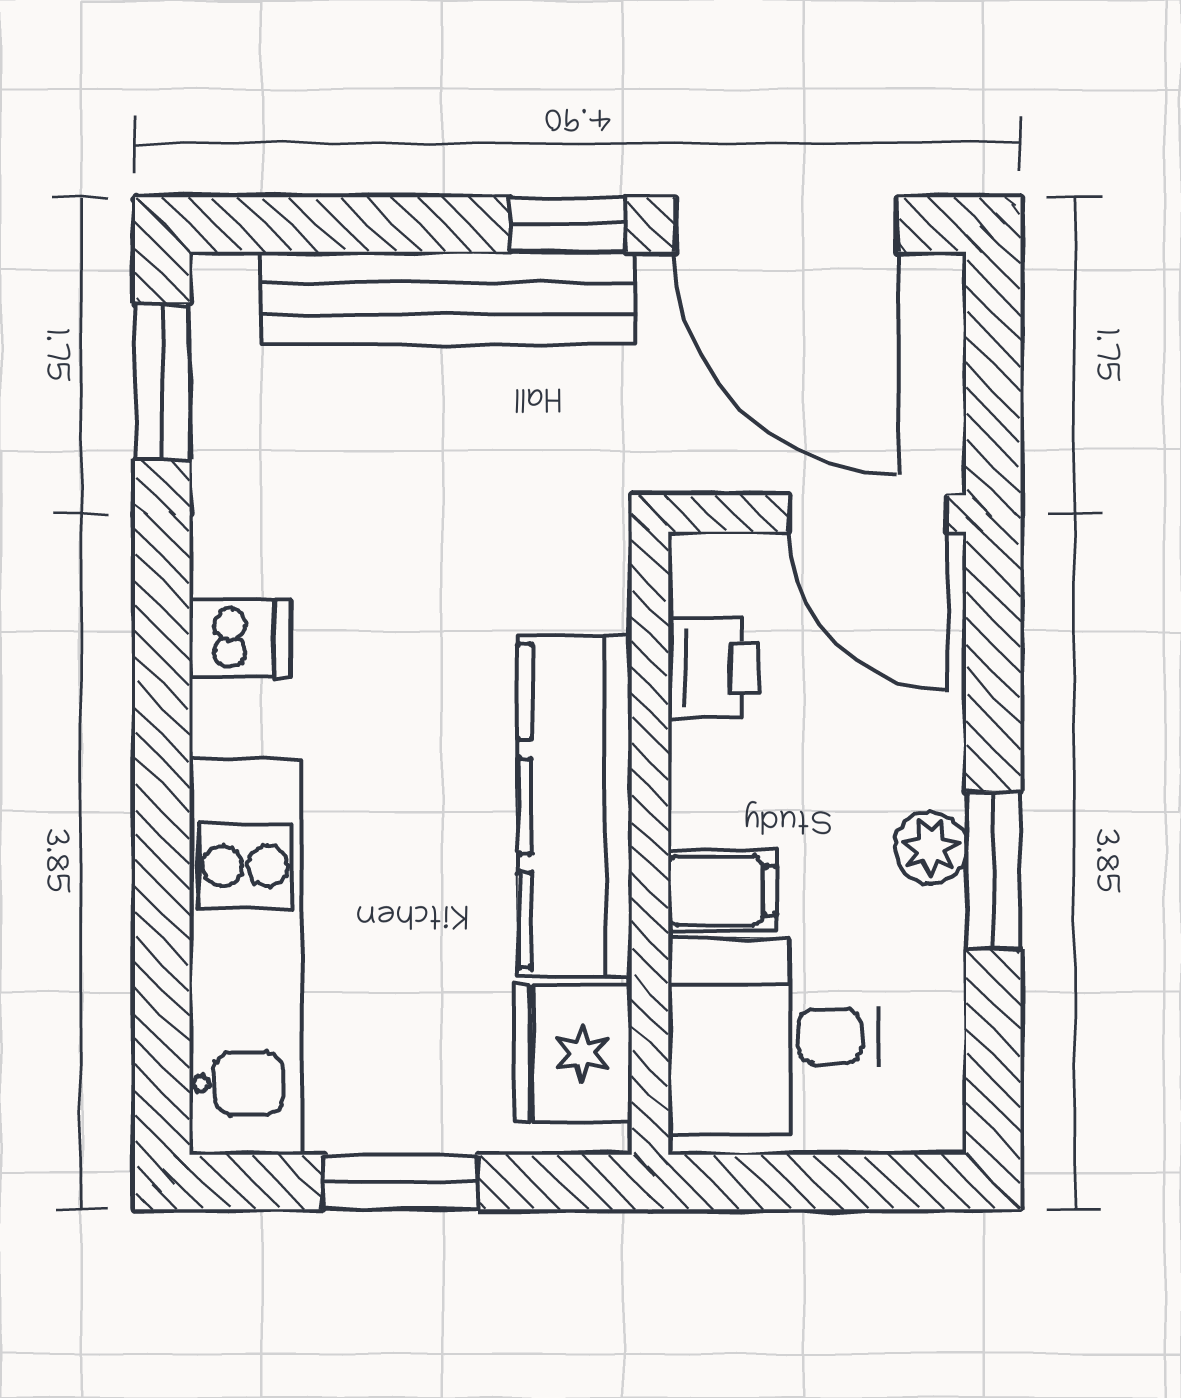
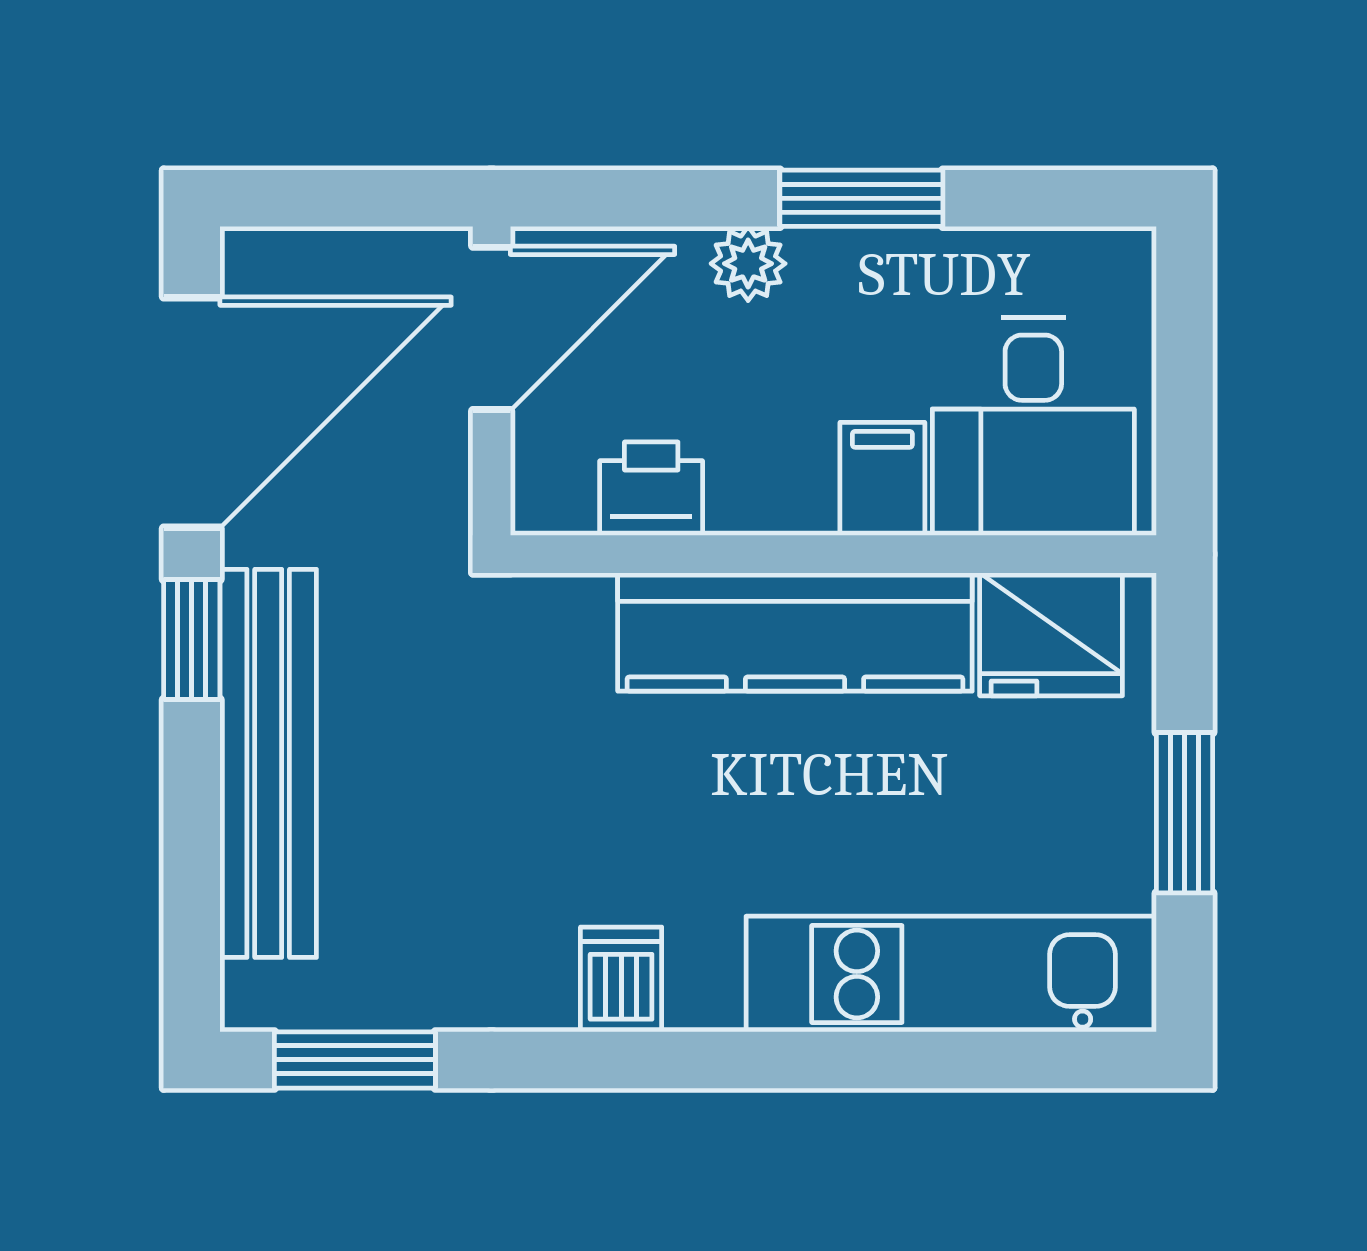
plant: (930, 848) -> (748, 264), moved

